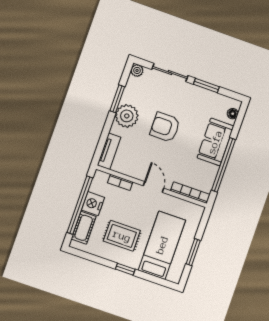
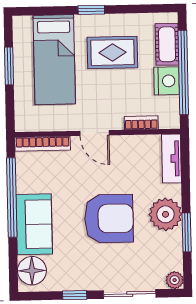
window: (206, 85) -> (75, 295), width x0.67
floor lamp: (233, 114) -> (32, 271), width x1.89, depth x1.89
armchair: (165, 127) -> (109, 219), width x1.36, depth x1.36

